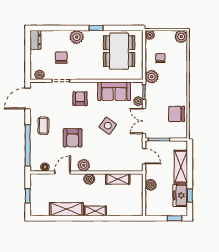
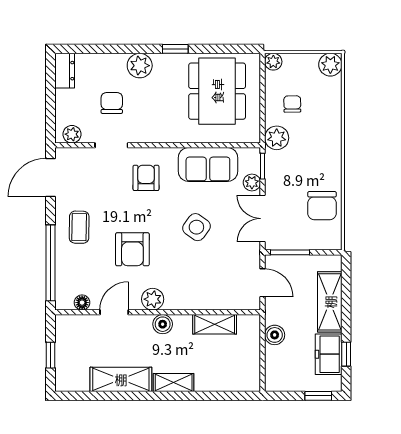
chair: (177, 114) -> (322, 206), turned -90

